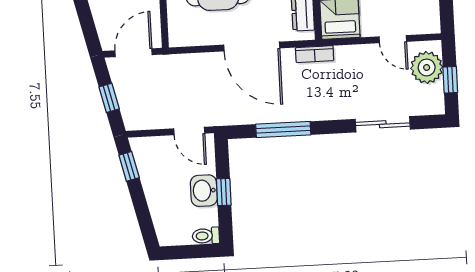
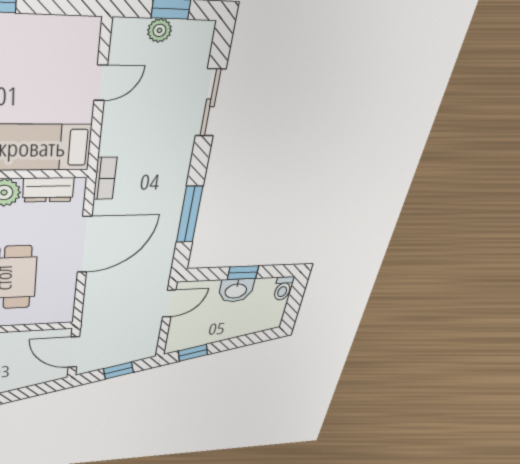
plant: (427, 67) -> (159, 30), width x0.53, depth x0.53

